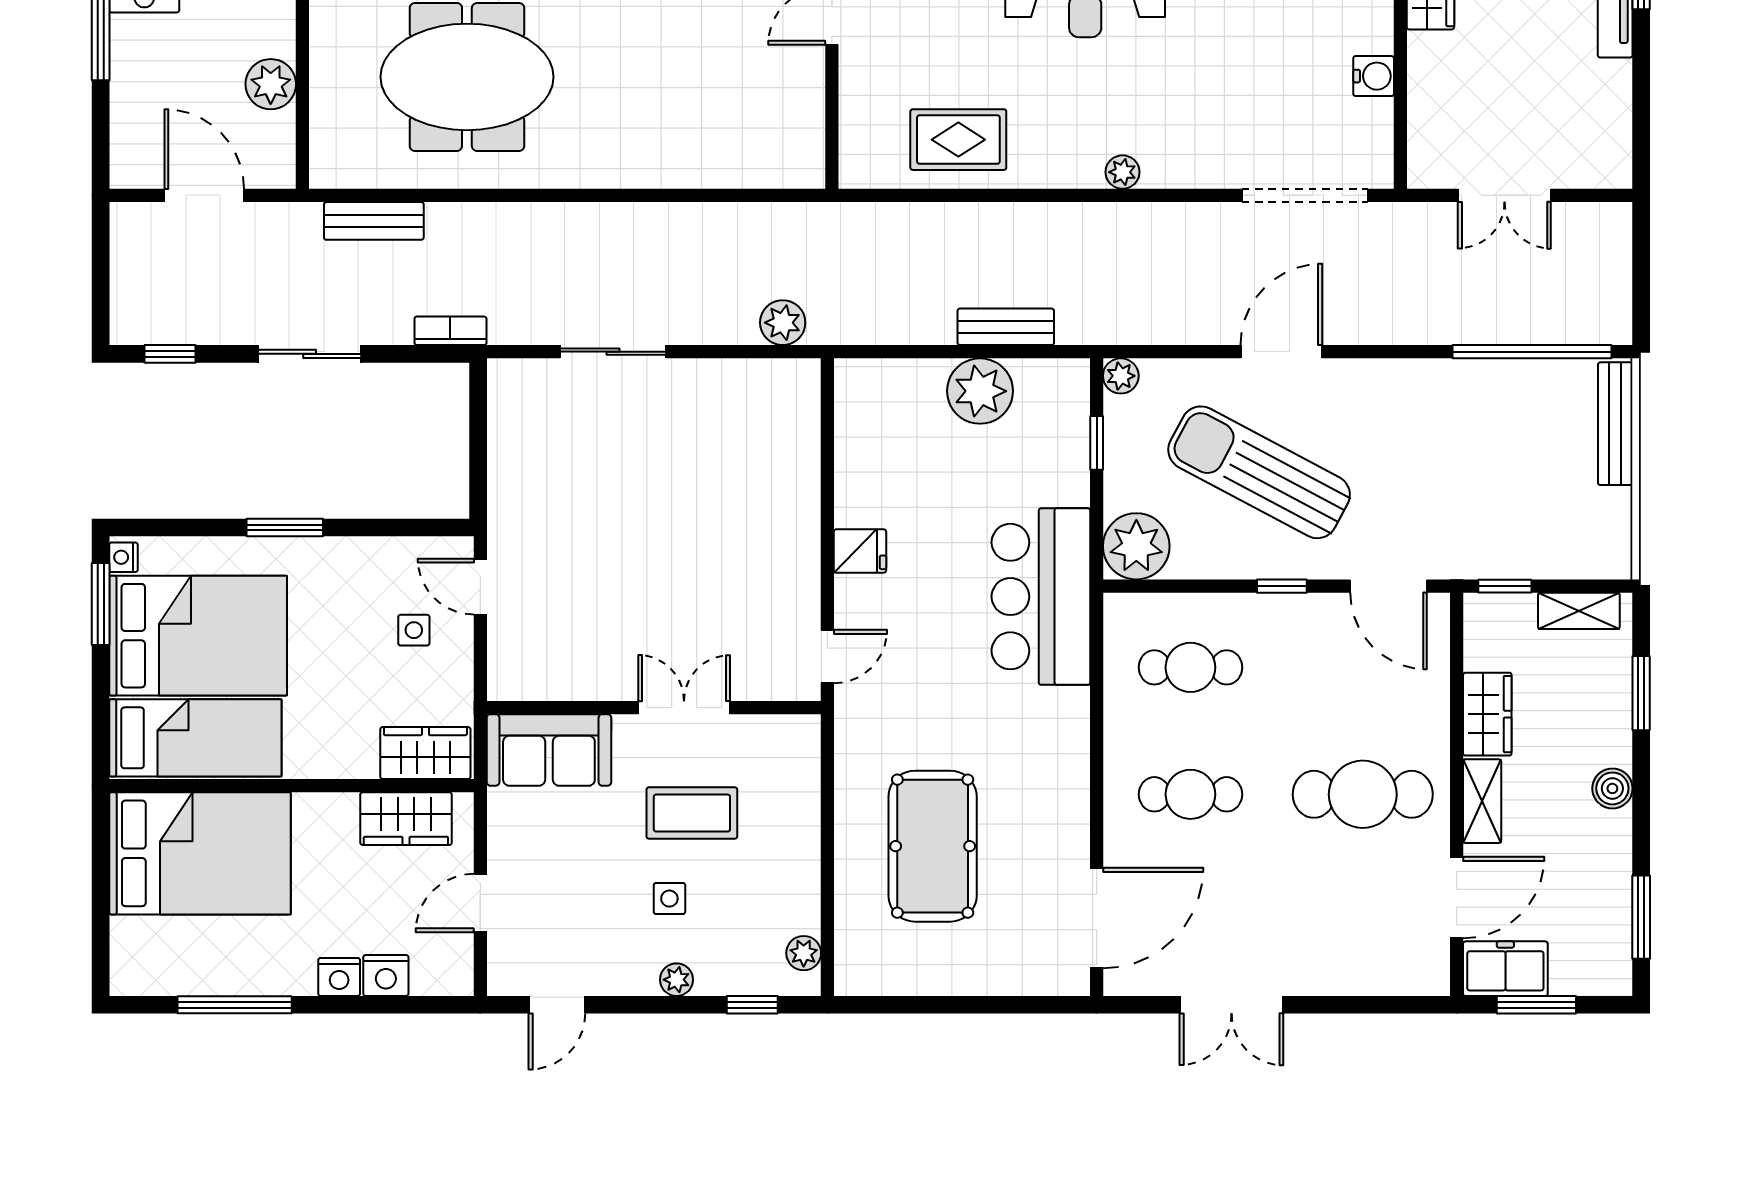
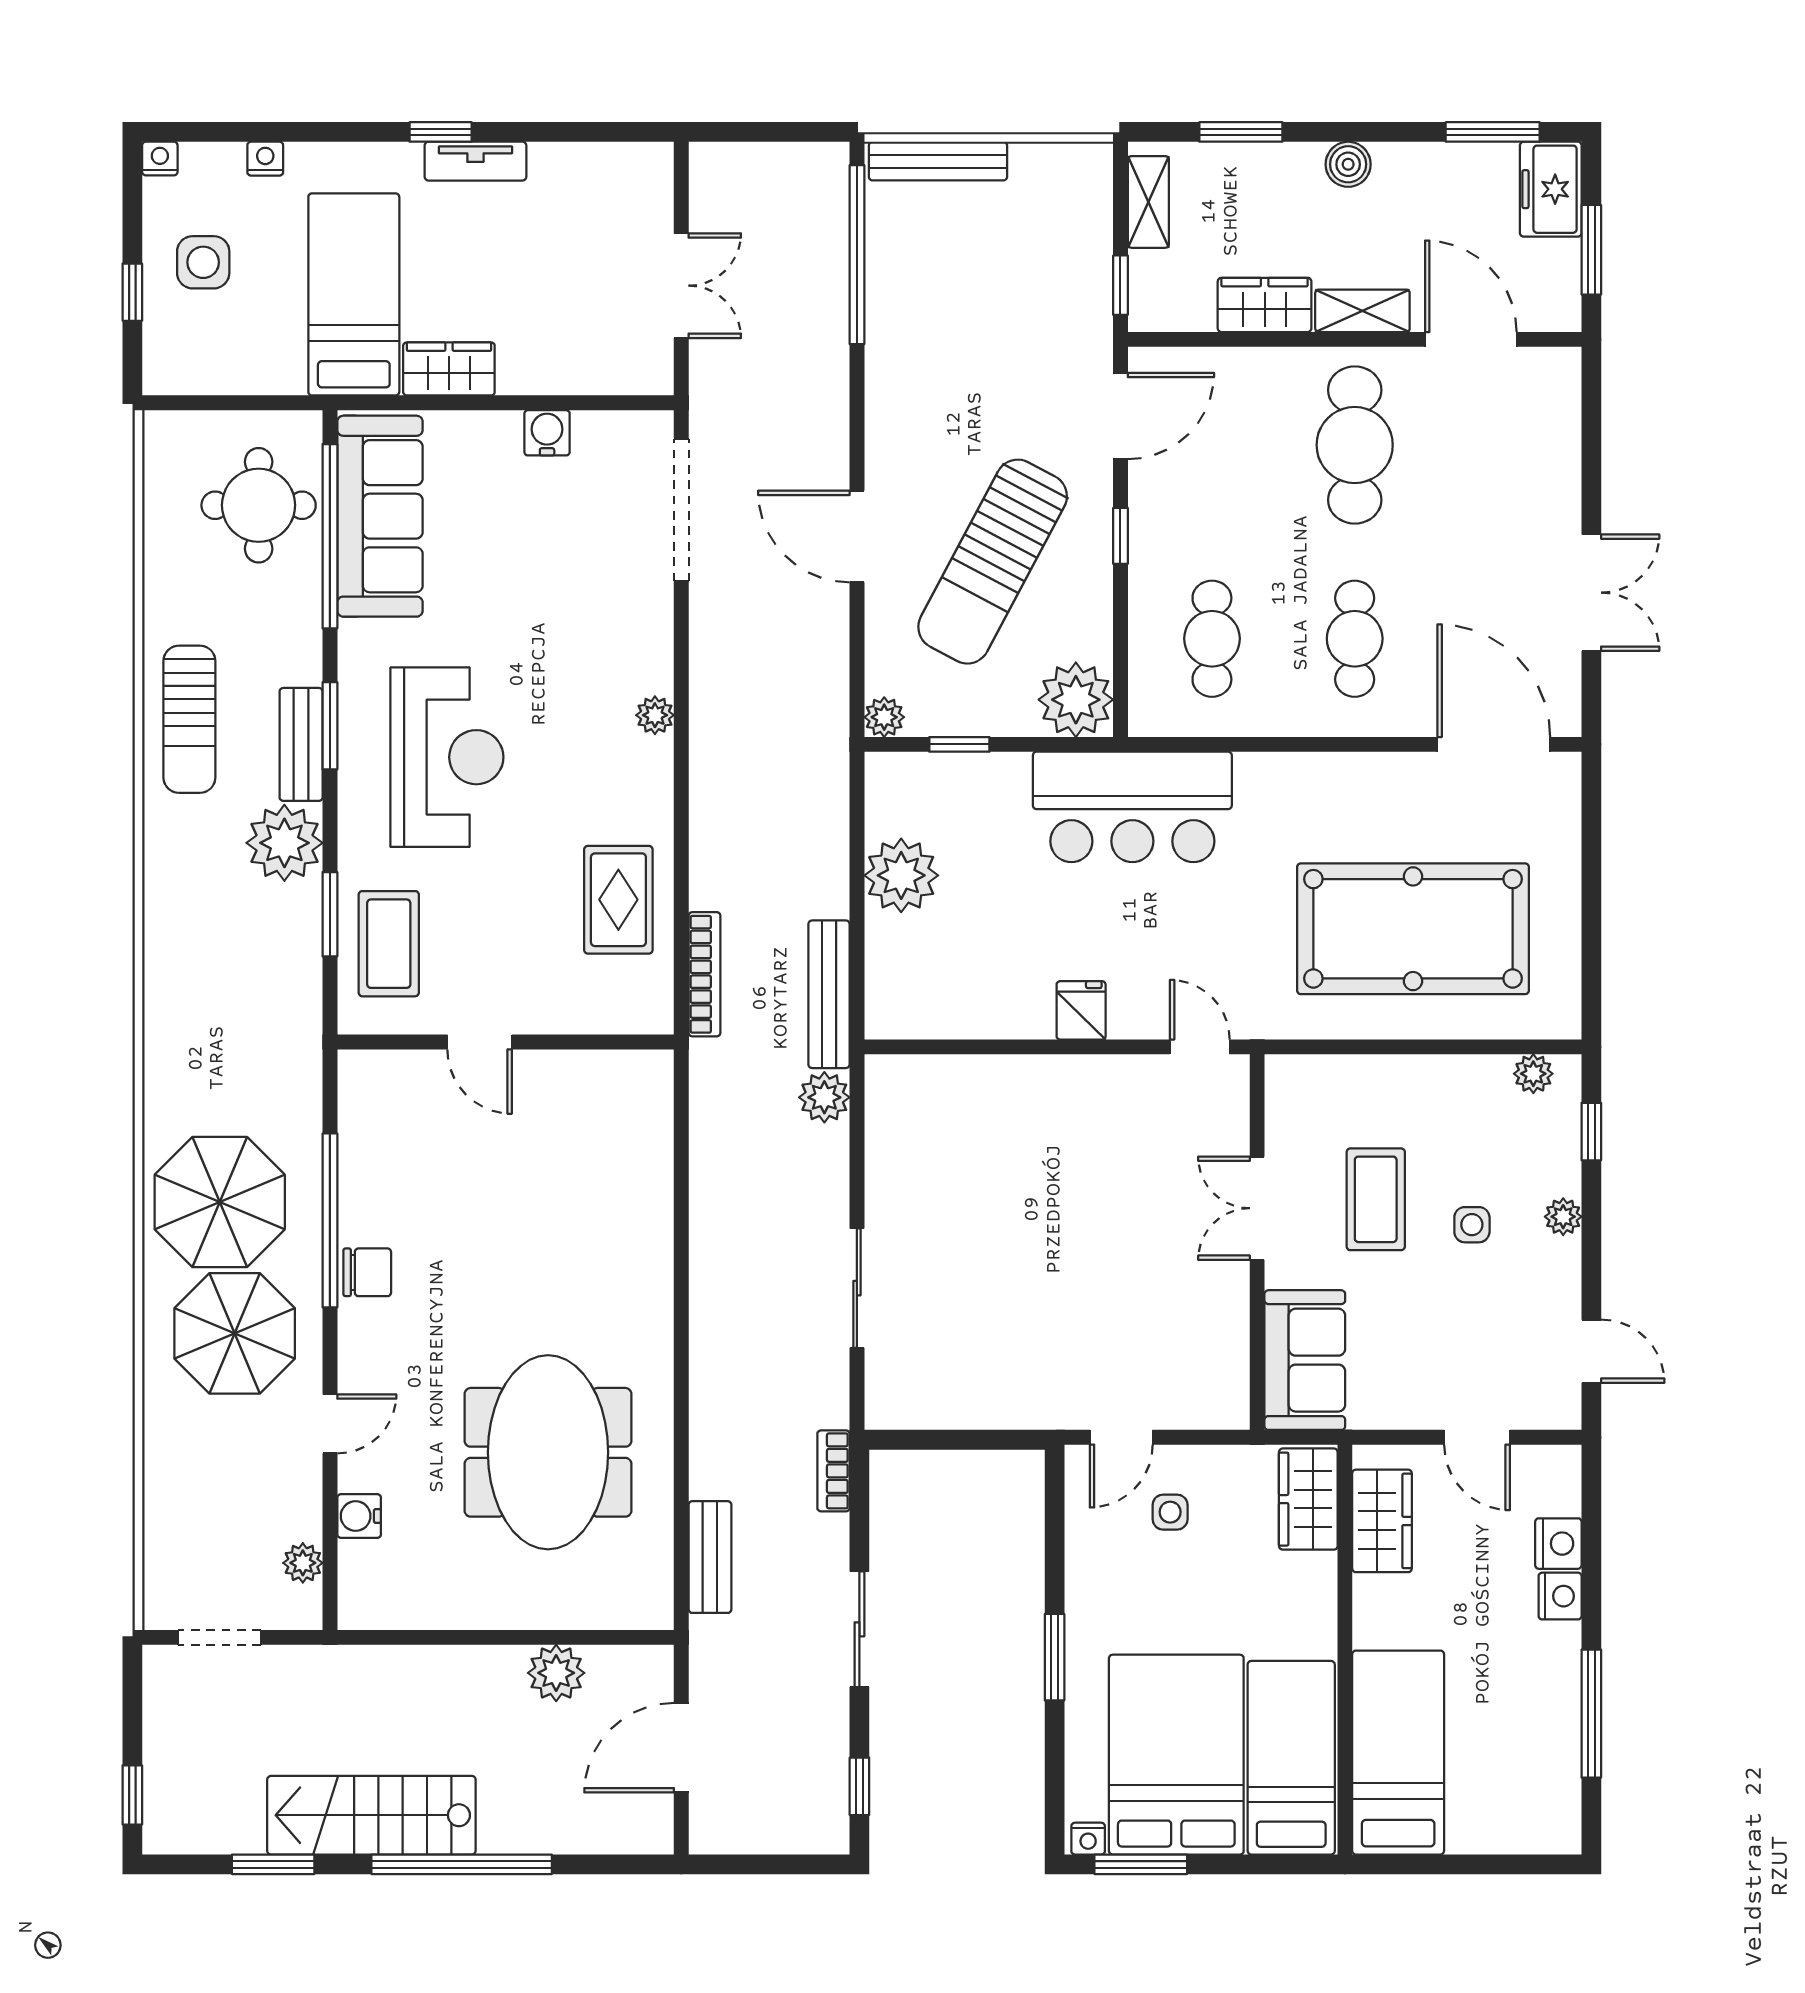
bookcase: (892, 216) -> (705, 974), added
bench: (1006, 327) -> (829, 994), moved, width x1.36
pool table: (933, 846) -> (1413, 929), width x1.36, depth x1.32
bed: (200, 853) -> (1398, 1753), width x0.67
freezer: (1505, 969) -> (1551, 189), moved

